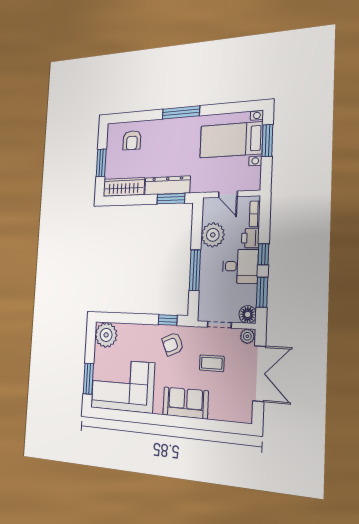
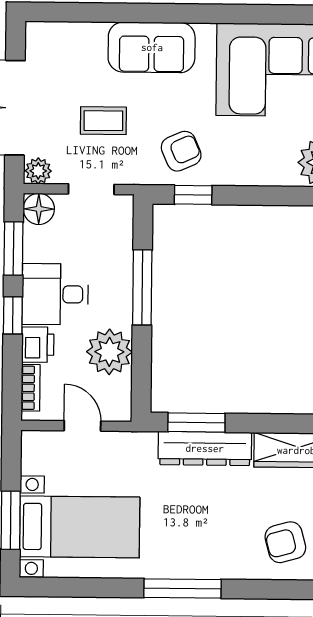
armchair: (132, 140) -> (285, 542), turned -105

